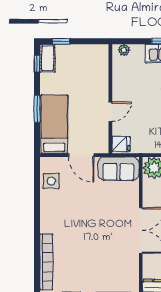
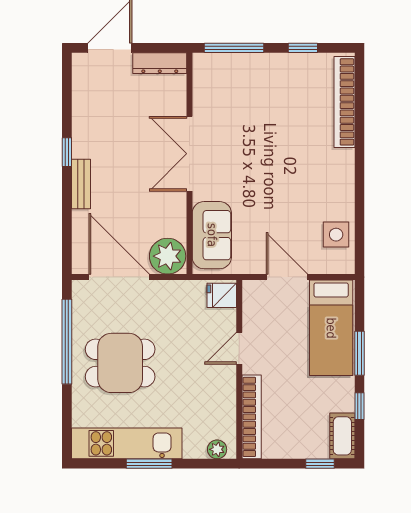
window: (37, 64) -> (360, 406), moved
bookcase: (103, 70) -> (252, 417), added
sofa: (118, 169) -> (212, 235), moved, turned 90

